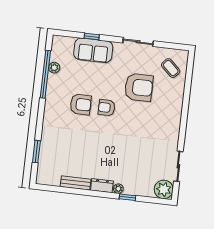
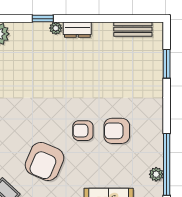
armchair: (139, 87) -> (45, 161), turned -67
armchair: (107, 108) -> (83, 131), turned 180
bench: (76, 183) -> (133, 29), moved

